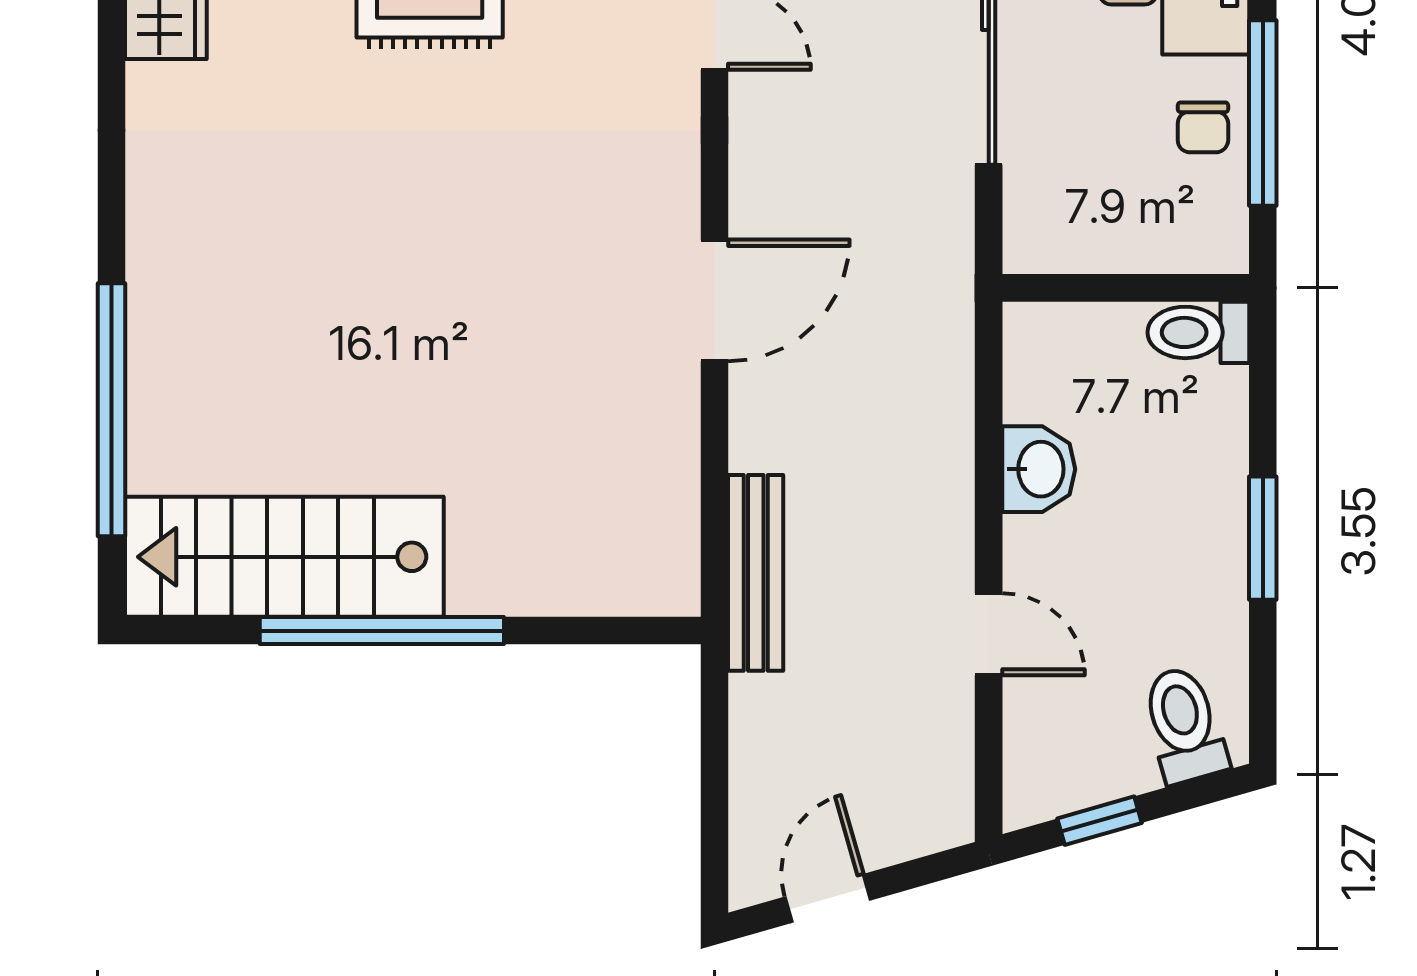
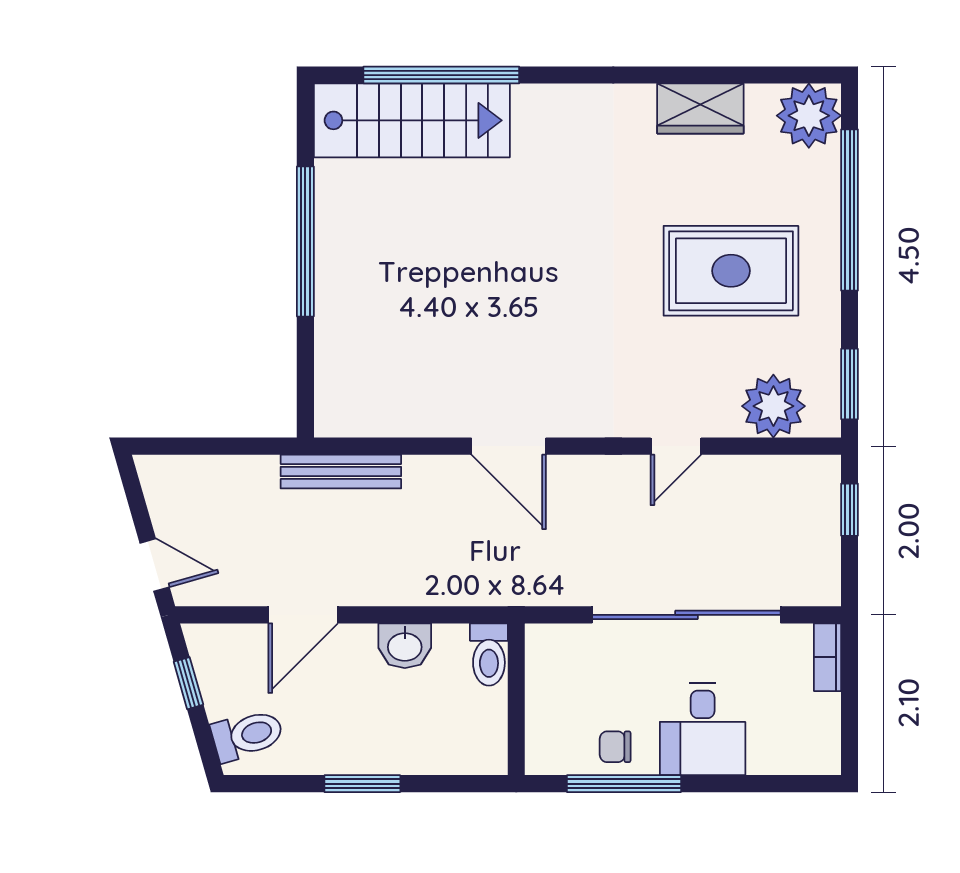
toilet: (1198, 332) -> (489, 654), moved, turned 180
stairs: (284, 557) -> (412, 120), moved, turned 90
door: (989, 634) -> (303, 615), width x1.38
door: (828, 898) -> (155, 565), moved

